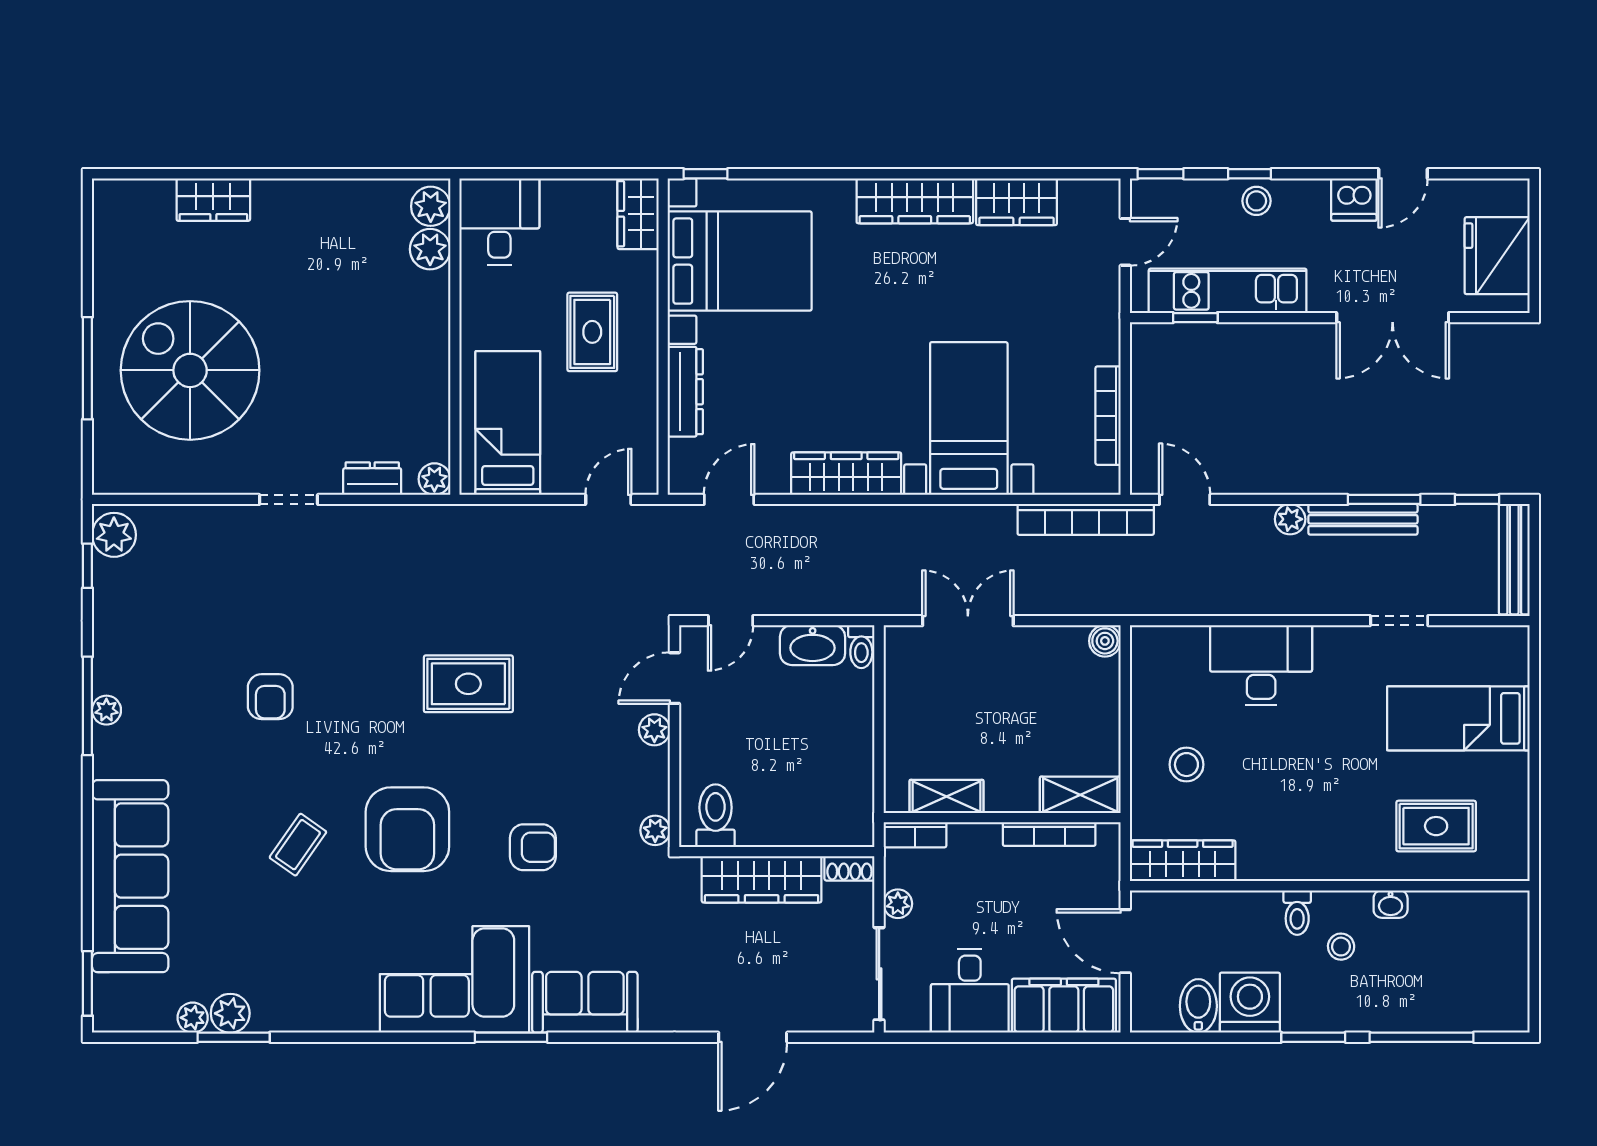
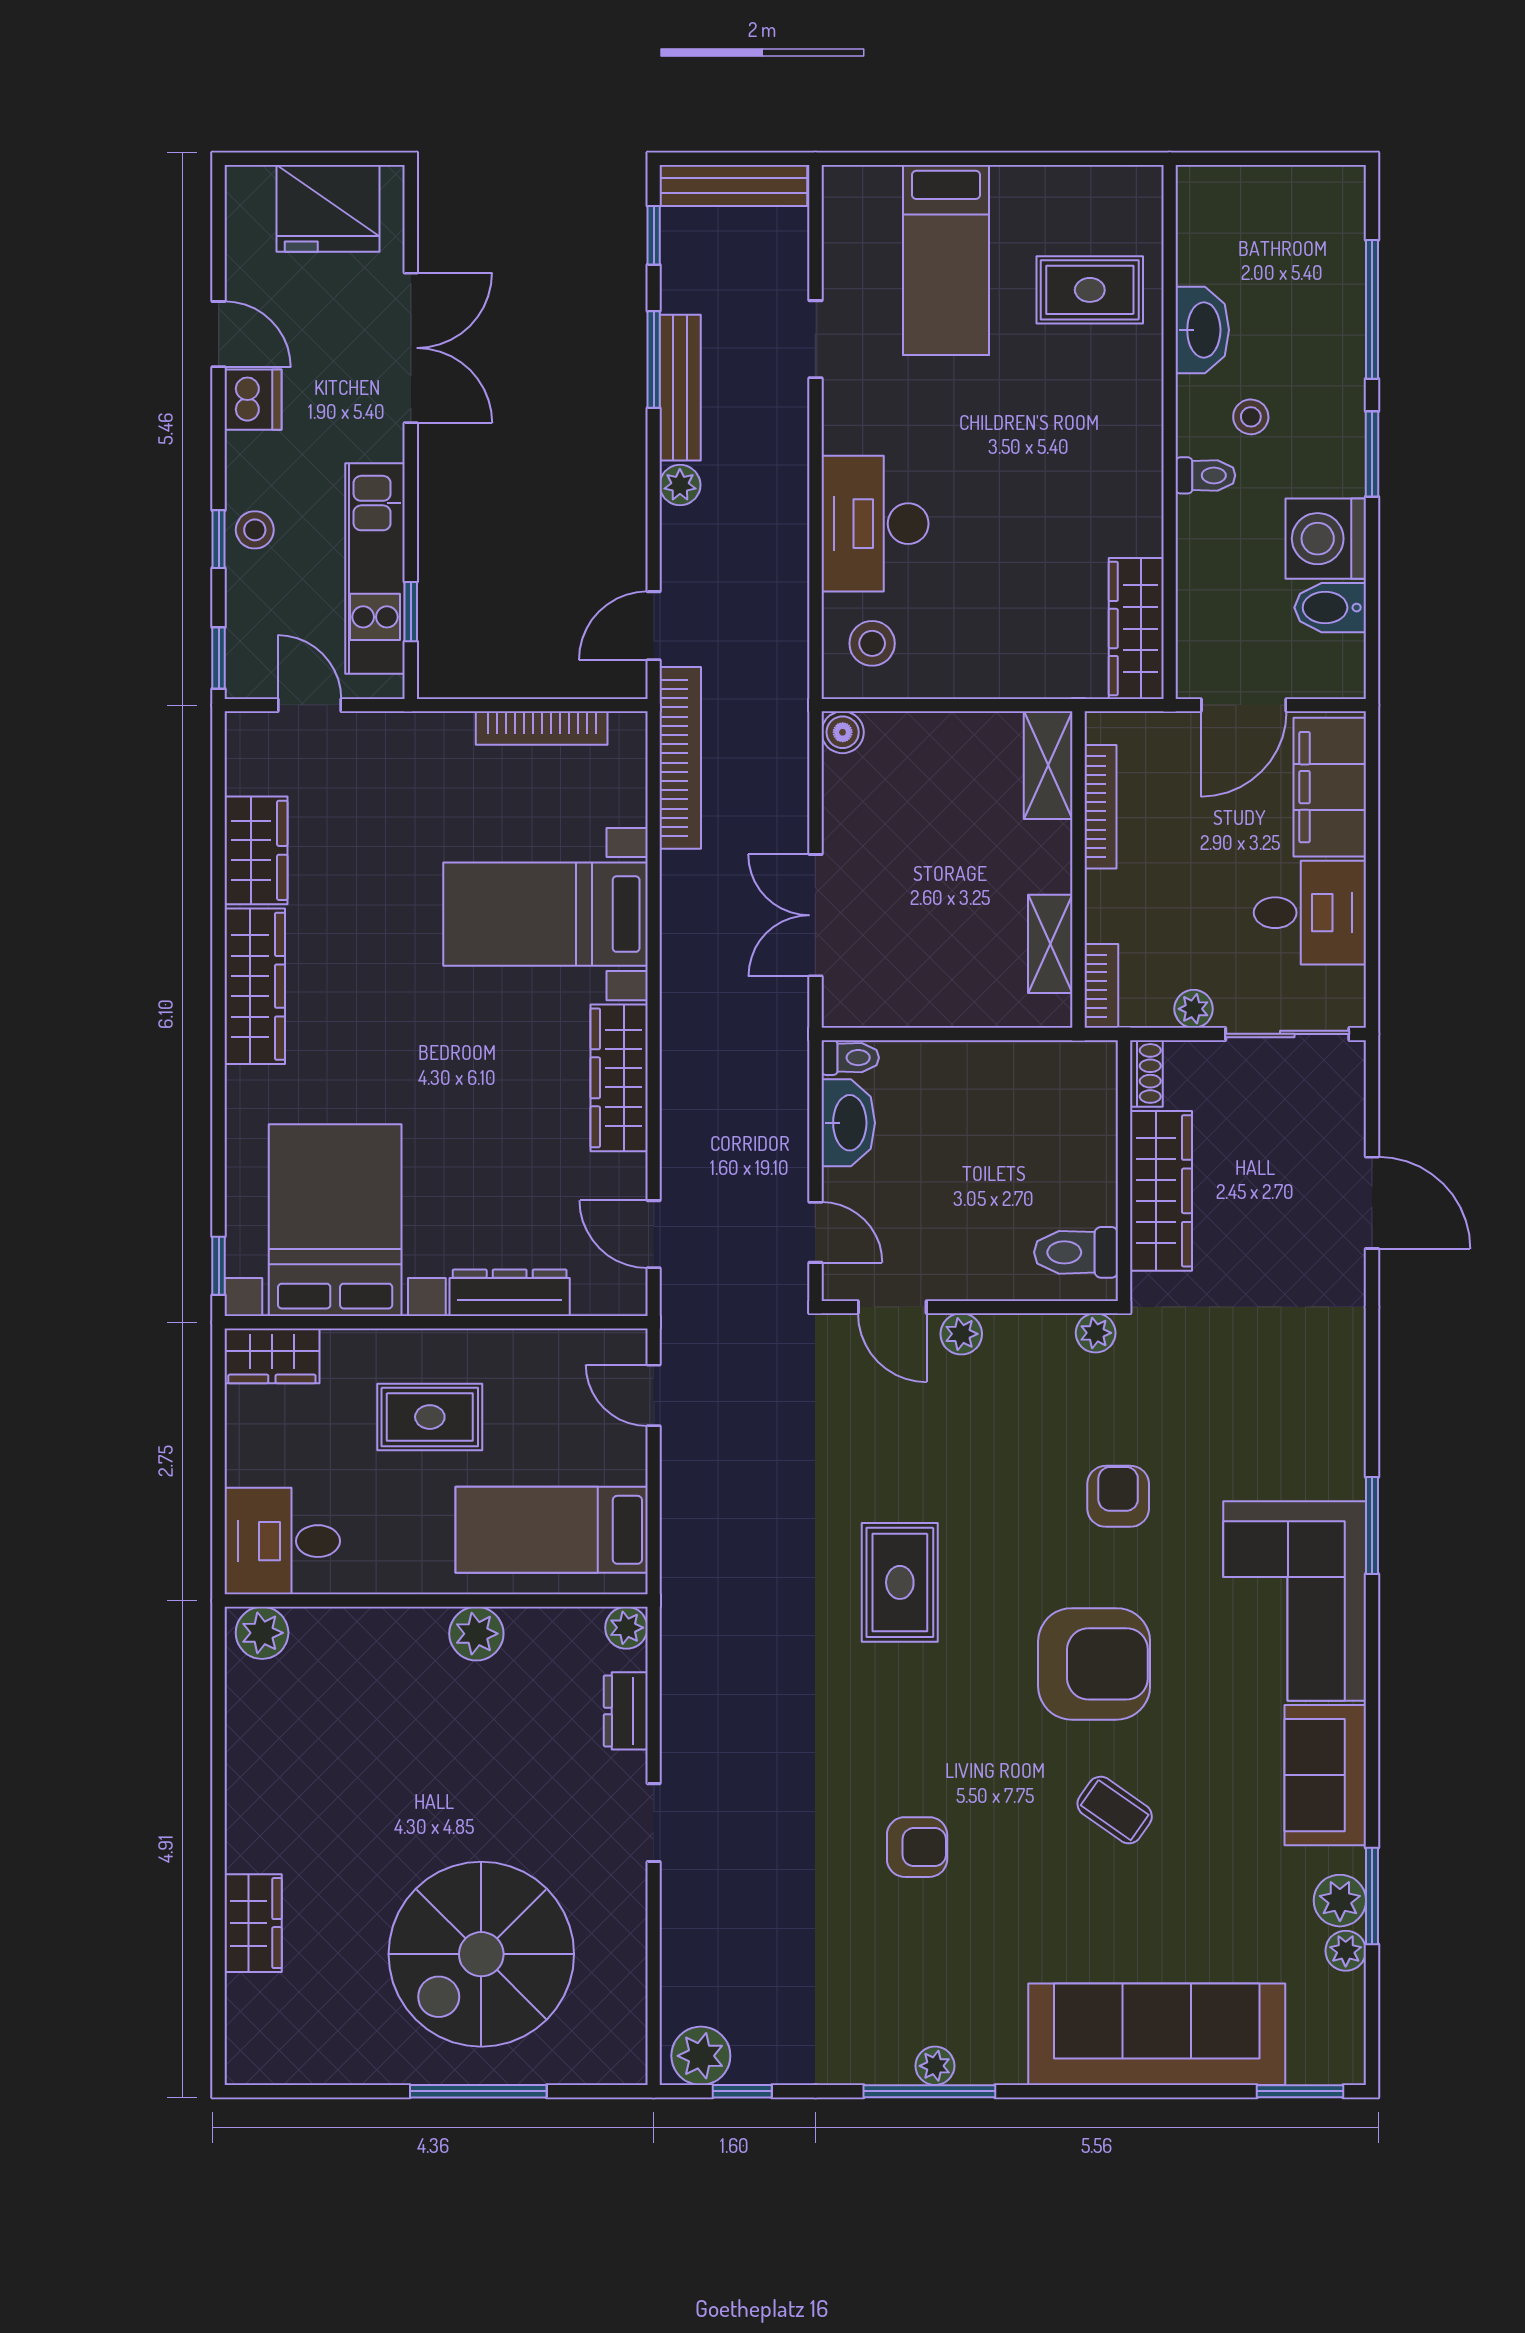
plant: (430, 249) -> (476, 1634), moved
stool: (1186, 765) -> (872, 643), moved
rug: (1436, 826) -> (1090, 290), turned 90
washbasin: (1391, 904) -> (1202, 330), width x1.91, depth x1.45
sofa: (585, 1002) -> (1325, 1775), moved

